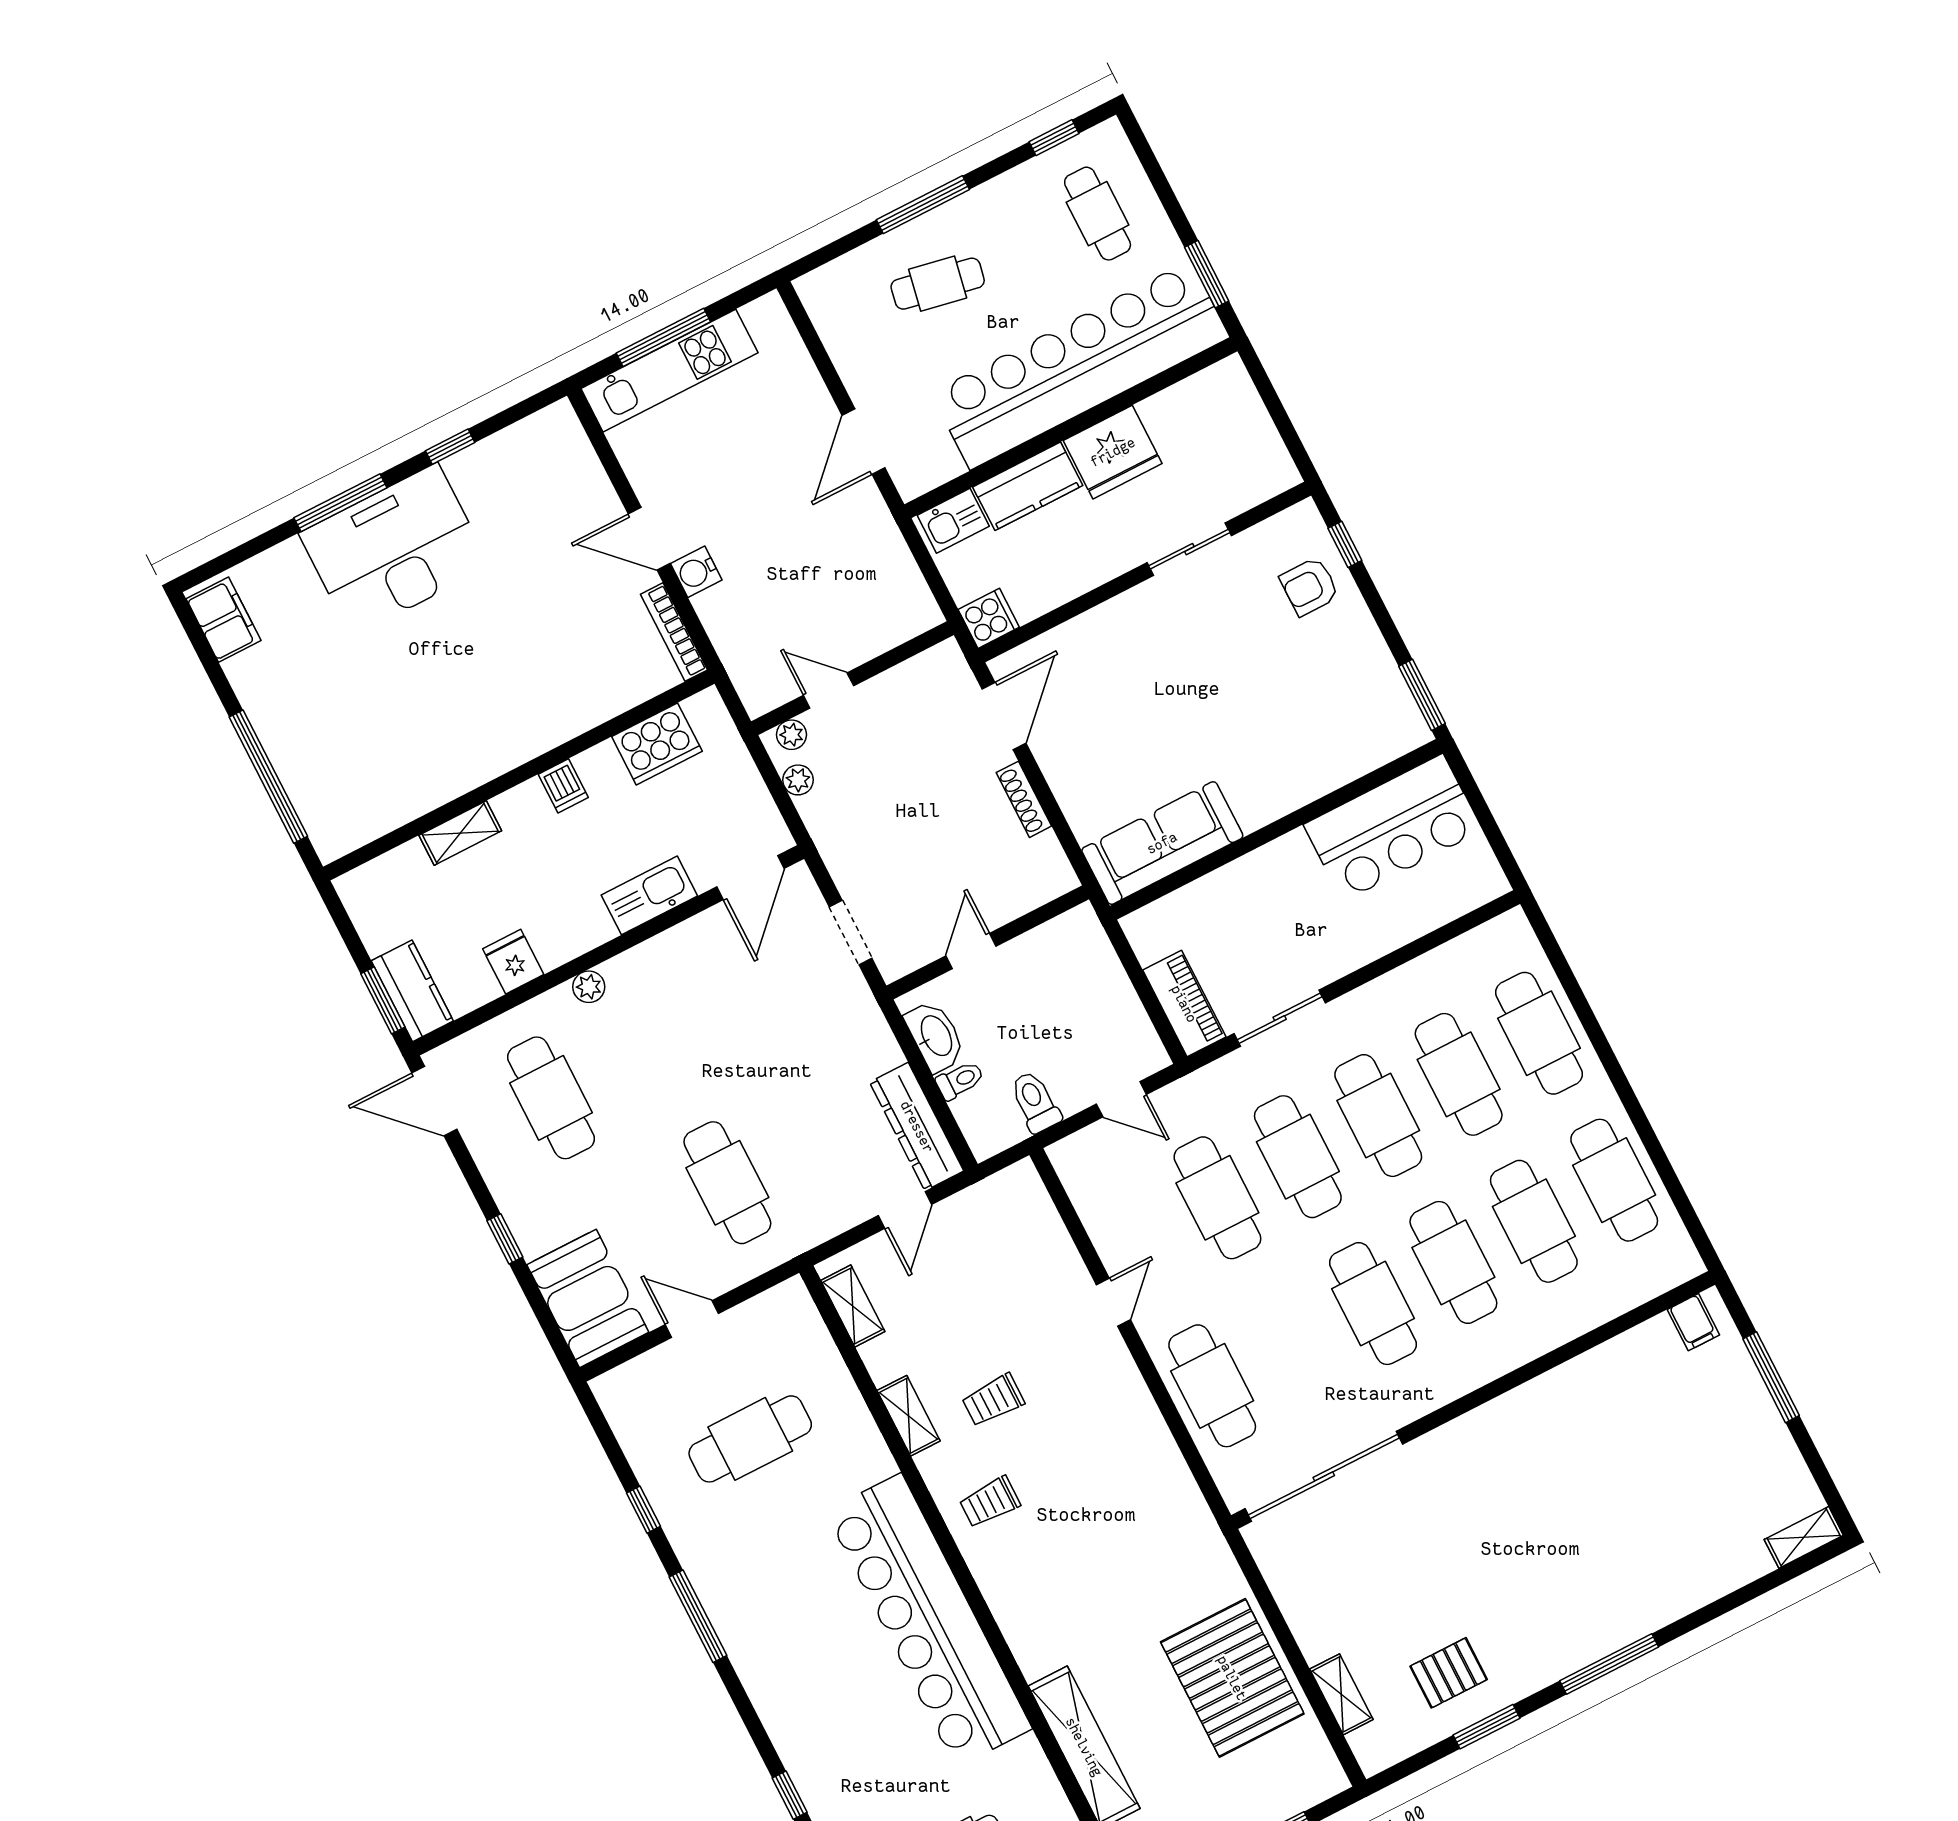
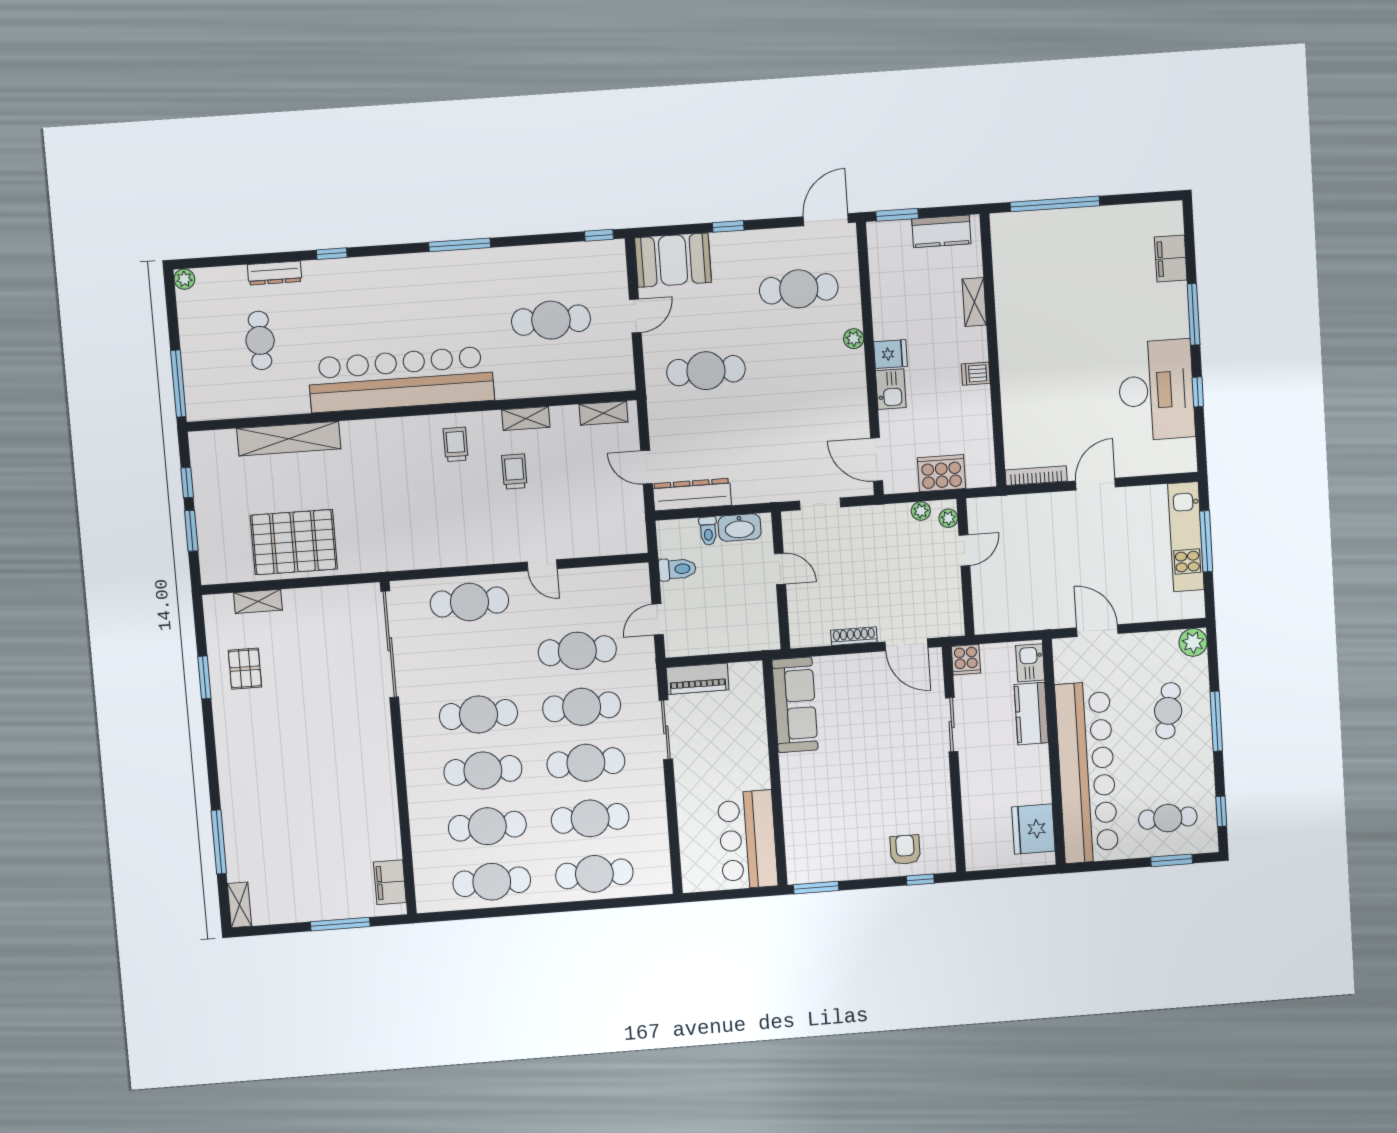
window: (1207, 274) -> (1172, 860), moved
plant: (821, 291) -> (1193, 642), added
fridge: (1113, 452) -> (1033, 829), moved
sliding door: (1189, 549) -> (952, 725), moved
desk: (395, 550) -> (1156, 390), moved
water cooler: (696, 572) -> (1065, 503), removed
filing cabinet: (223, 620) -> (1171, 259), moved, turned 90
cooker: (657, 744) -> (941, 473), moved, turned 90
kitchen sink: (649, 895) -> (891, 389), width x0.73
fridge: (513, 962) -> (890, 354), moved
kitchen counter: (412, 991) -> (941, 231), moved
filing cabinet: (1693, 1322) -> (390, 882), width x2.00
cafe table: (750, 1439) -> (551, 320), turned 90
window: (643, 1510) -> (599, 235), moved
window: (1609, 1664) -> (219, 842), moved

